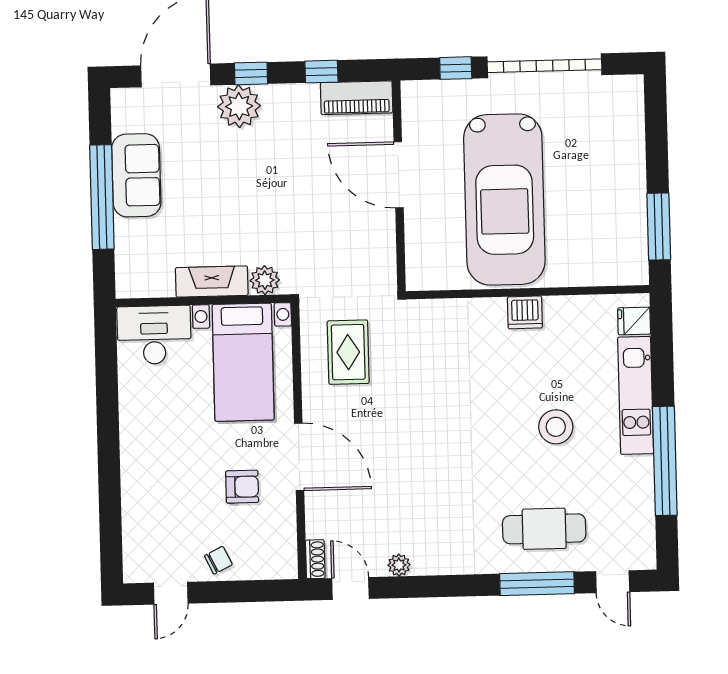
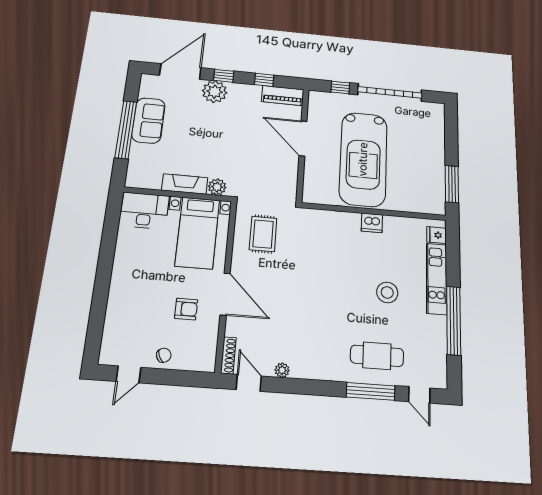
shoe rack: (315, 559) -> (228, 355), width x1.43

